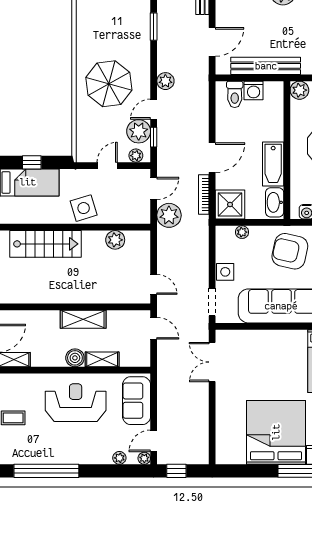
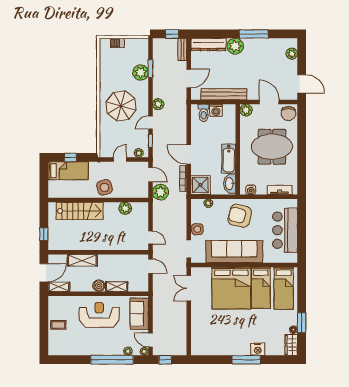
plant: (139, 131) -> (141, 73), moved
door: (212, 158) -> (189, 154), swing flipped
door: (154, 188) -> (150, 175), hinge flipped
shelving: (83, 319) -> (82, 260), moved
bed: (276, 432) -> (231, 288), moved, turned 180
door: (154, 441) -> (150, 340), hinge flipped
window: (46, 471) -> (112, 360), moved

